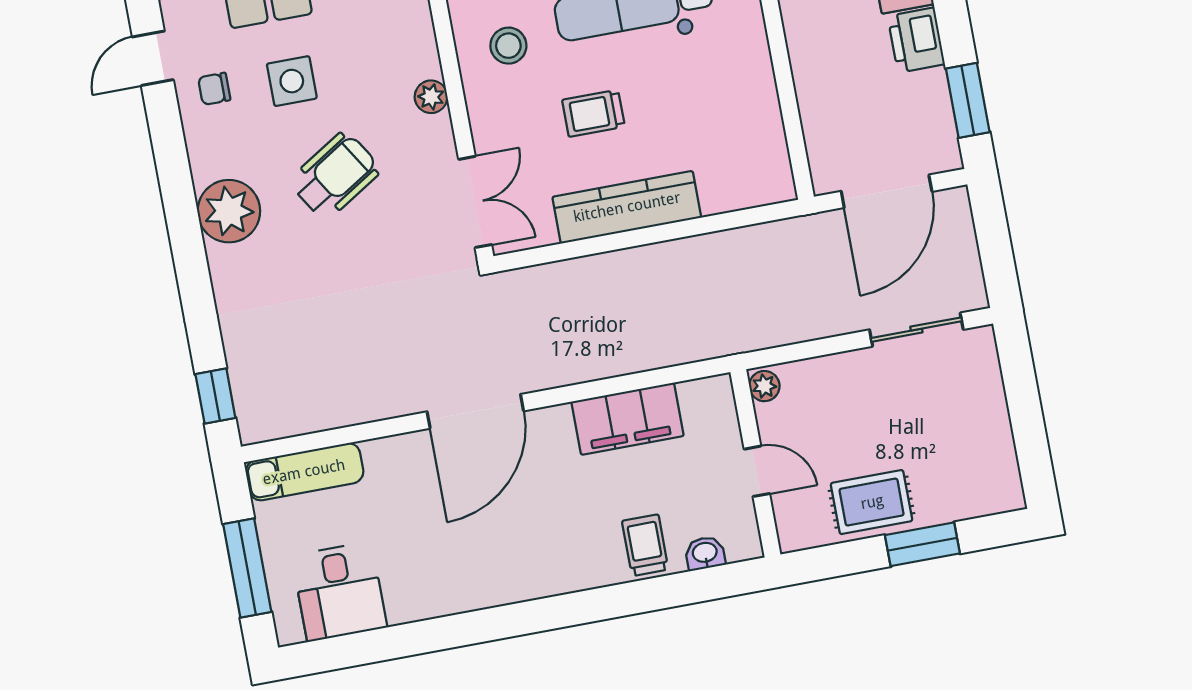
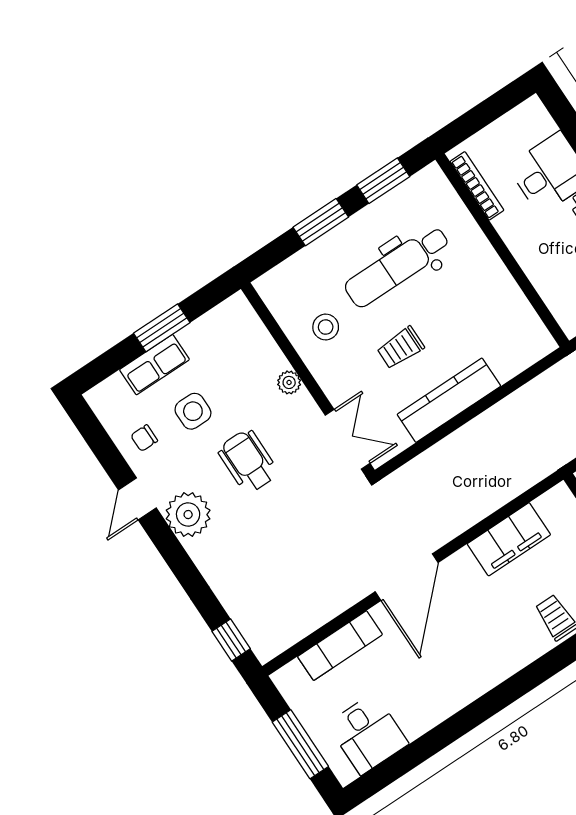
door: (153, 58) -> (137, 499), moved
wheelchair: (335, 176) -> (248, 461), turned -58
exam couch: (304, 472) -> (340, 646), moved

